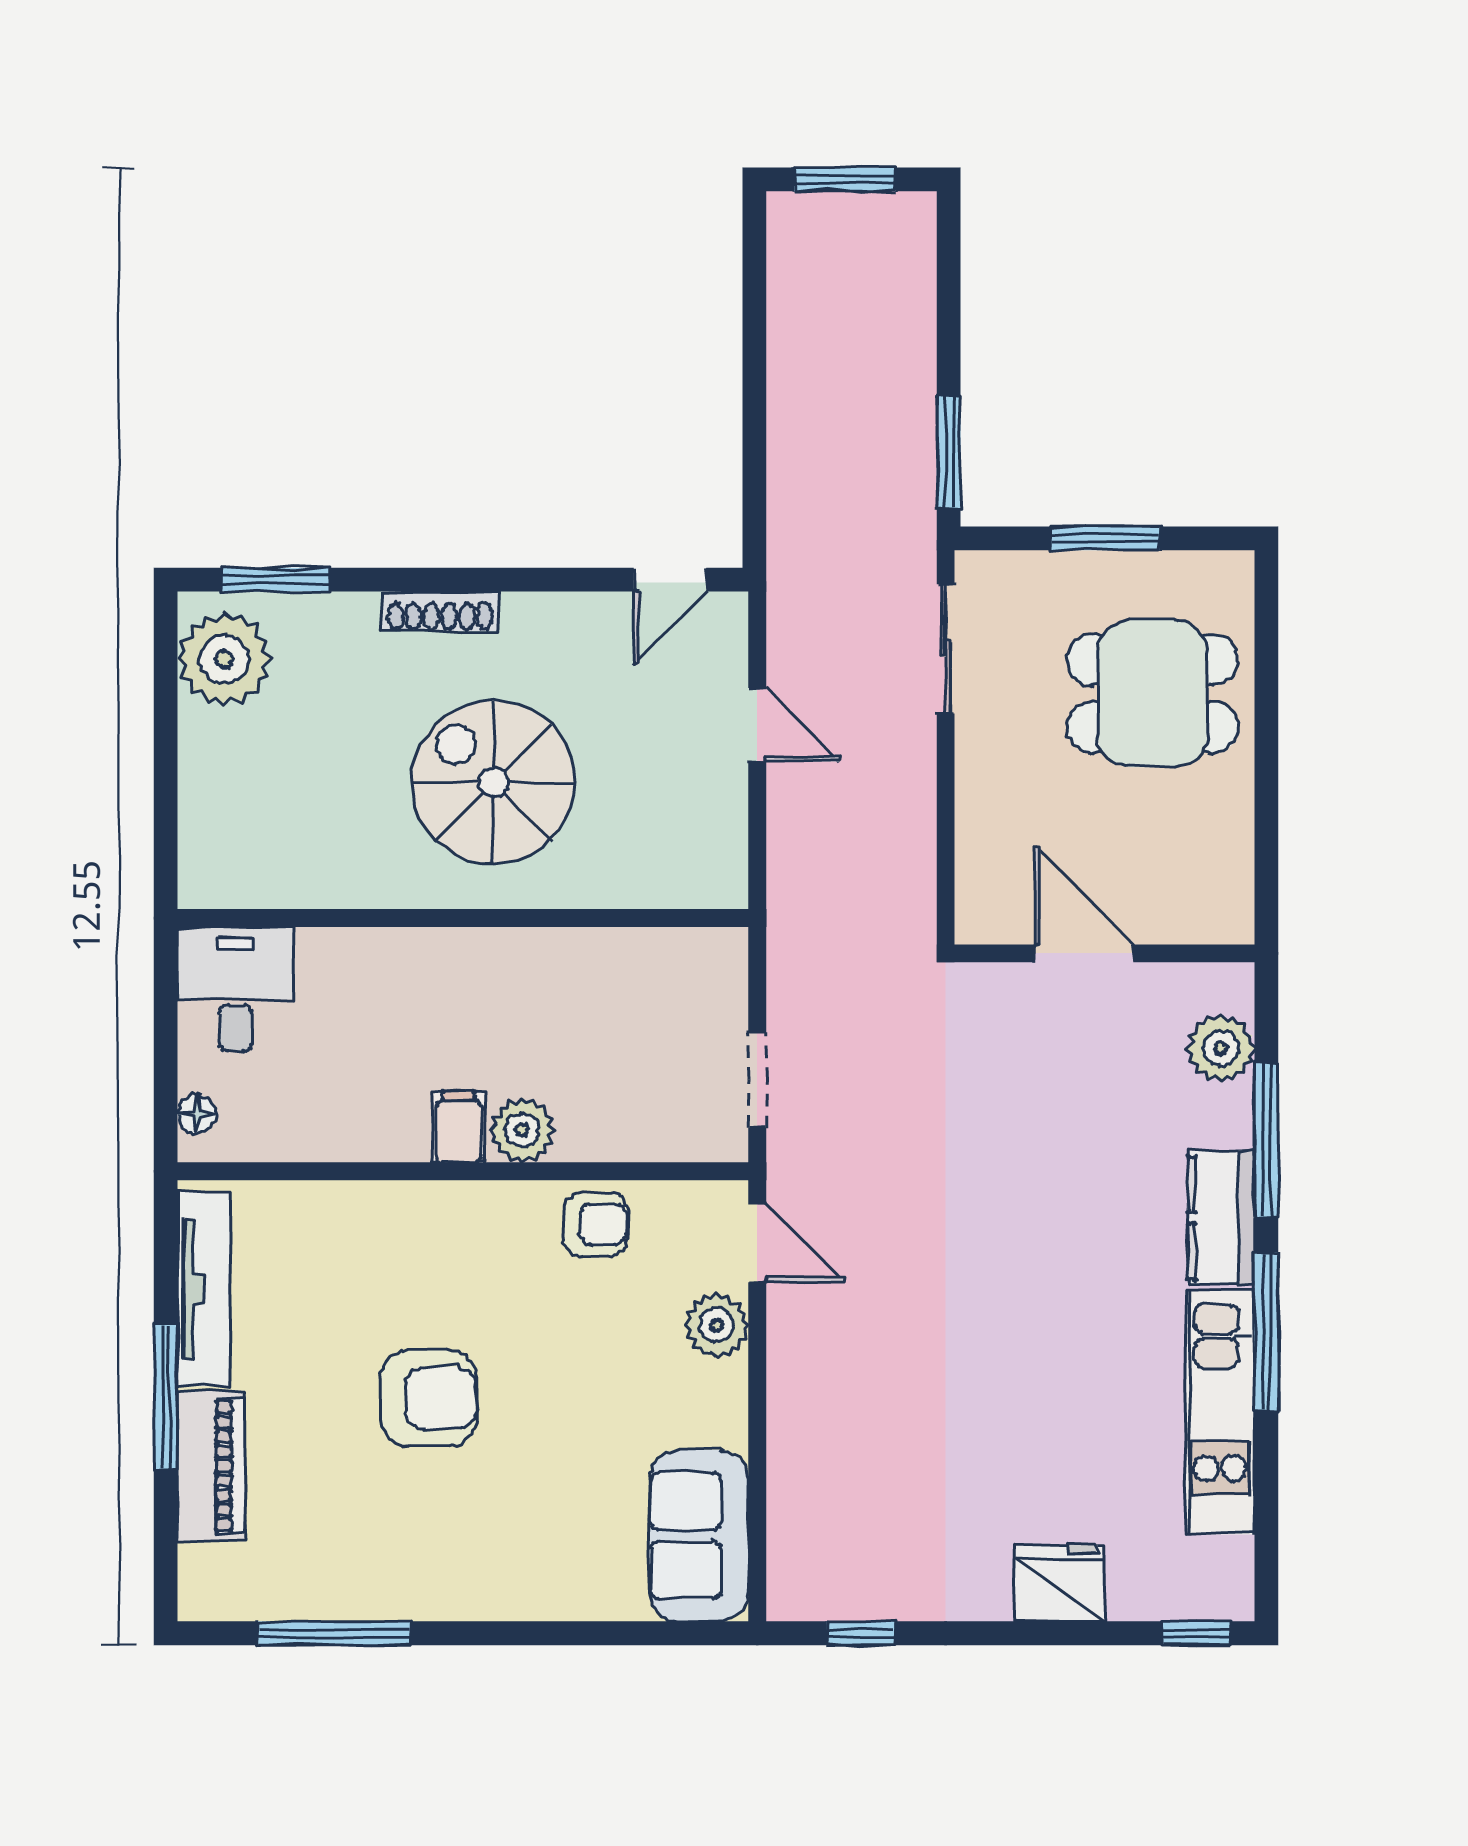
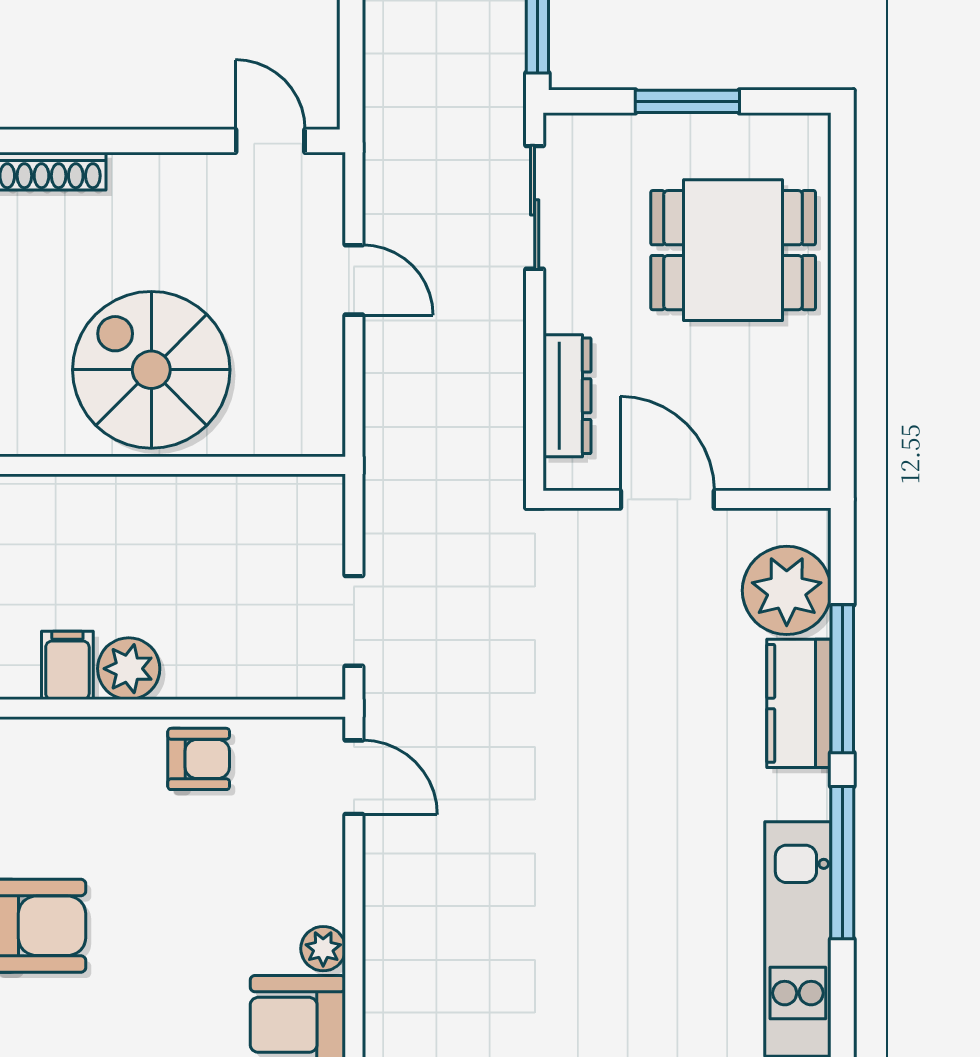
door: (670, 580) -> (270, 141), swing flipped
spiral stairs: (493, 782) -> (151, 370), moved
dresser: (979, 845) -> (567, 396), added
plant: (1221, 1048) -> (787, 590), width x1.36, depth x1.36
kitchen counter: (1221, 1218) -> (799, 703), moved
plant: (716, 1325) -> (323, 949), moved, width x0.73, depth x0.73

